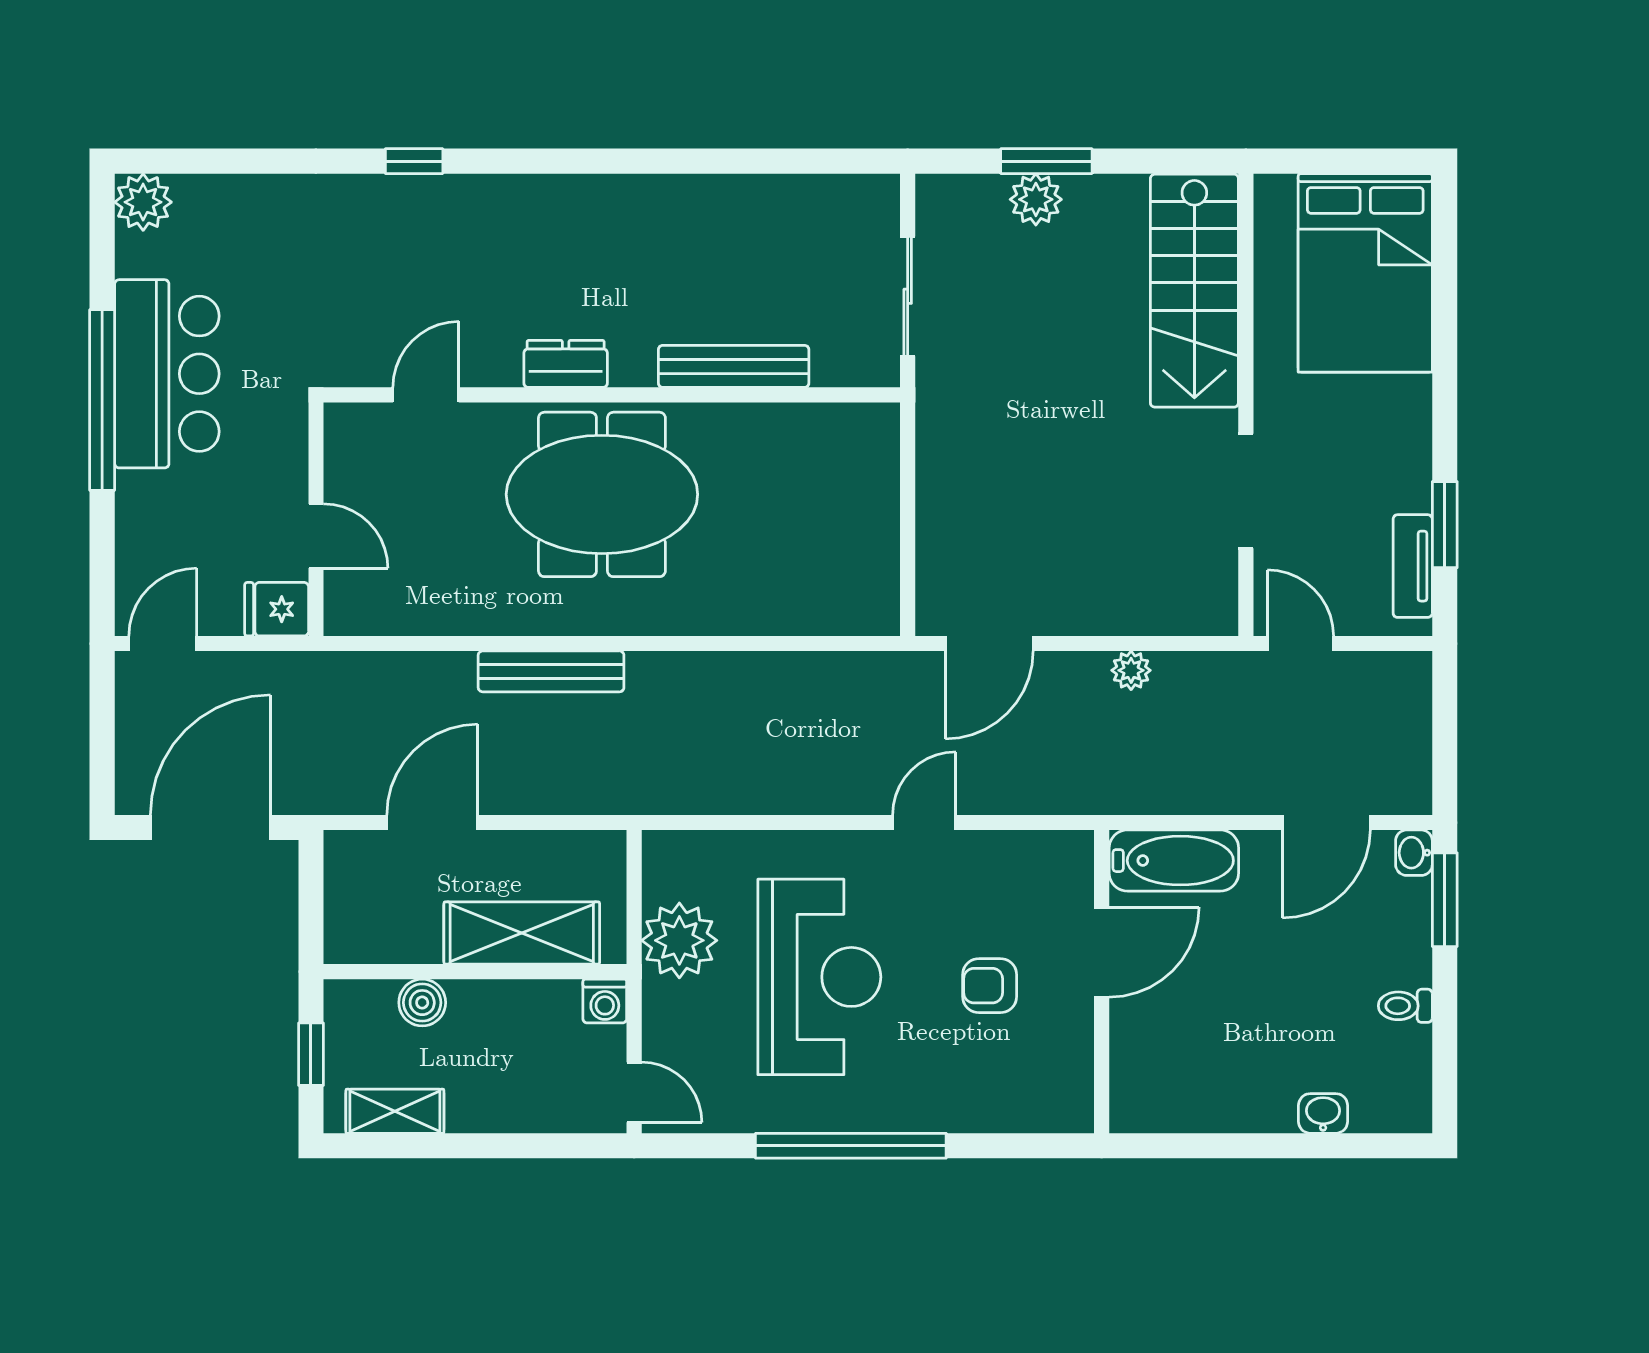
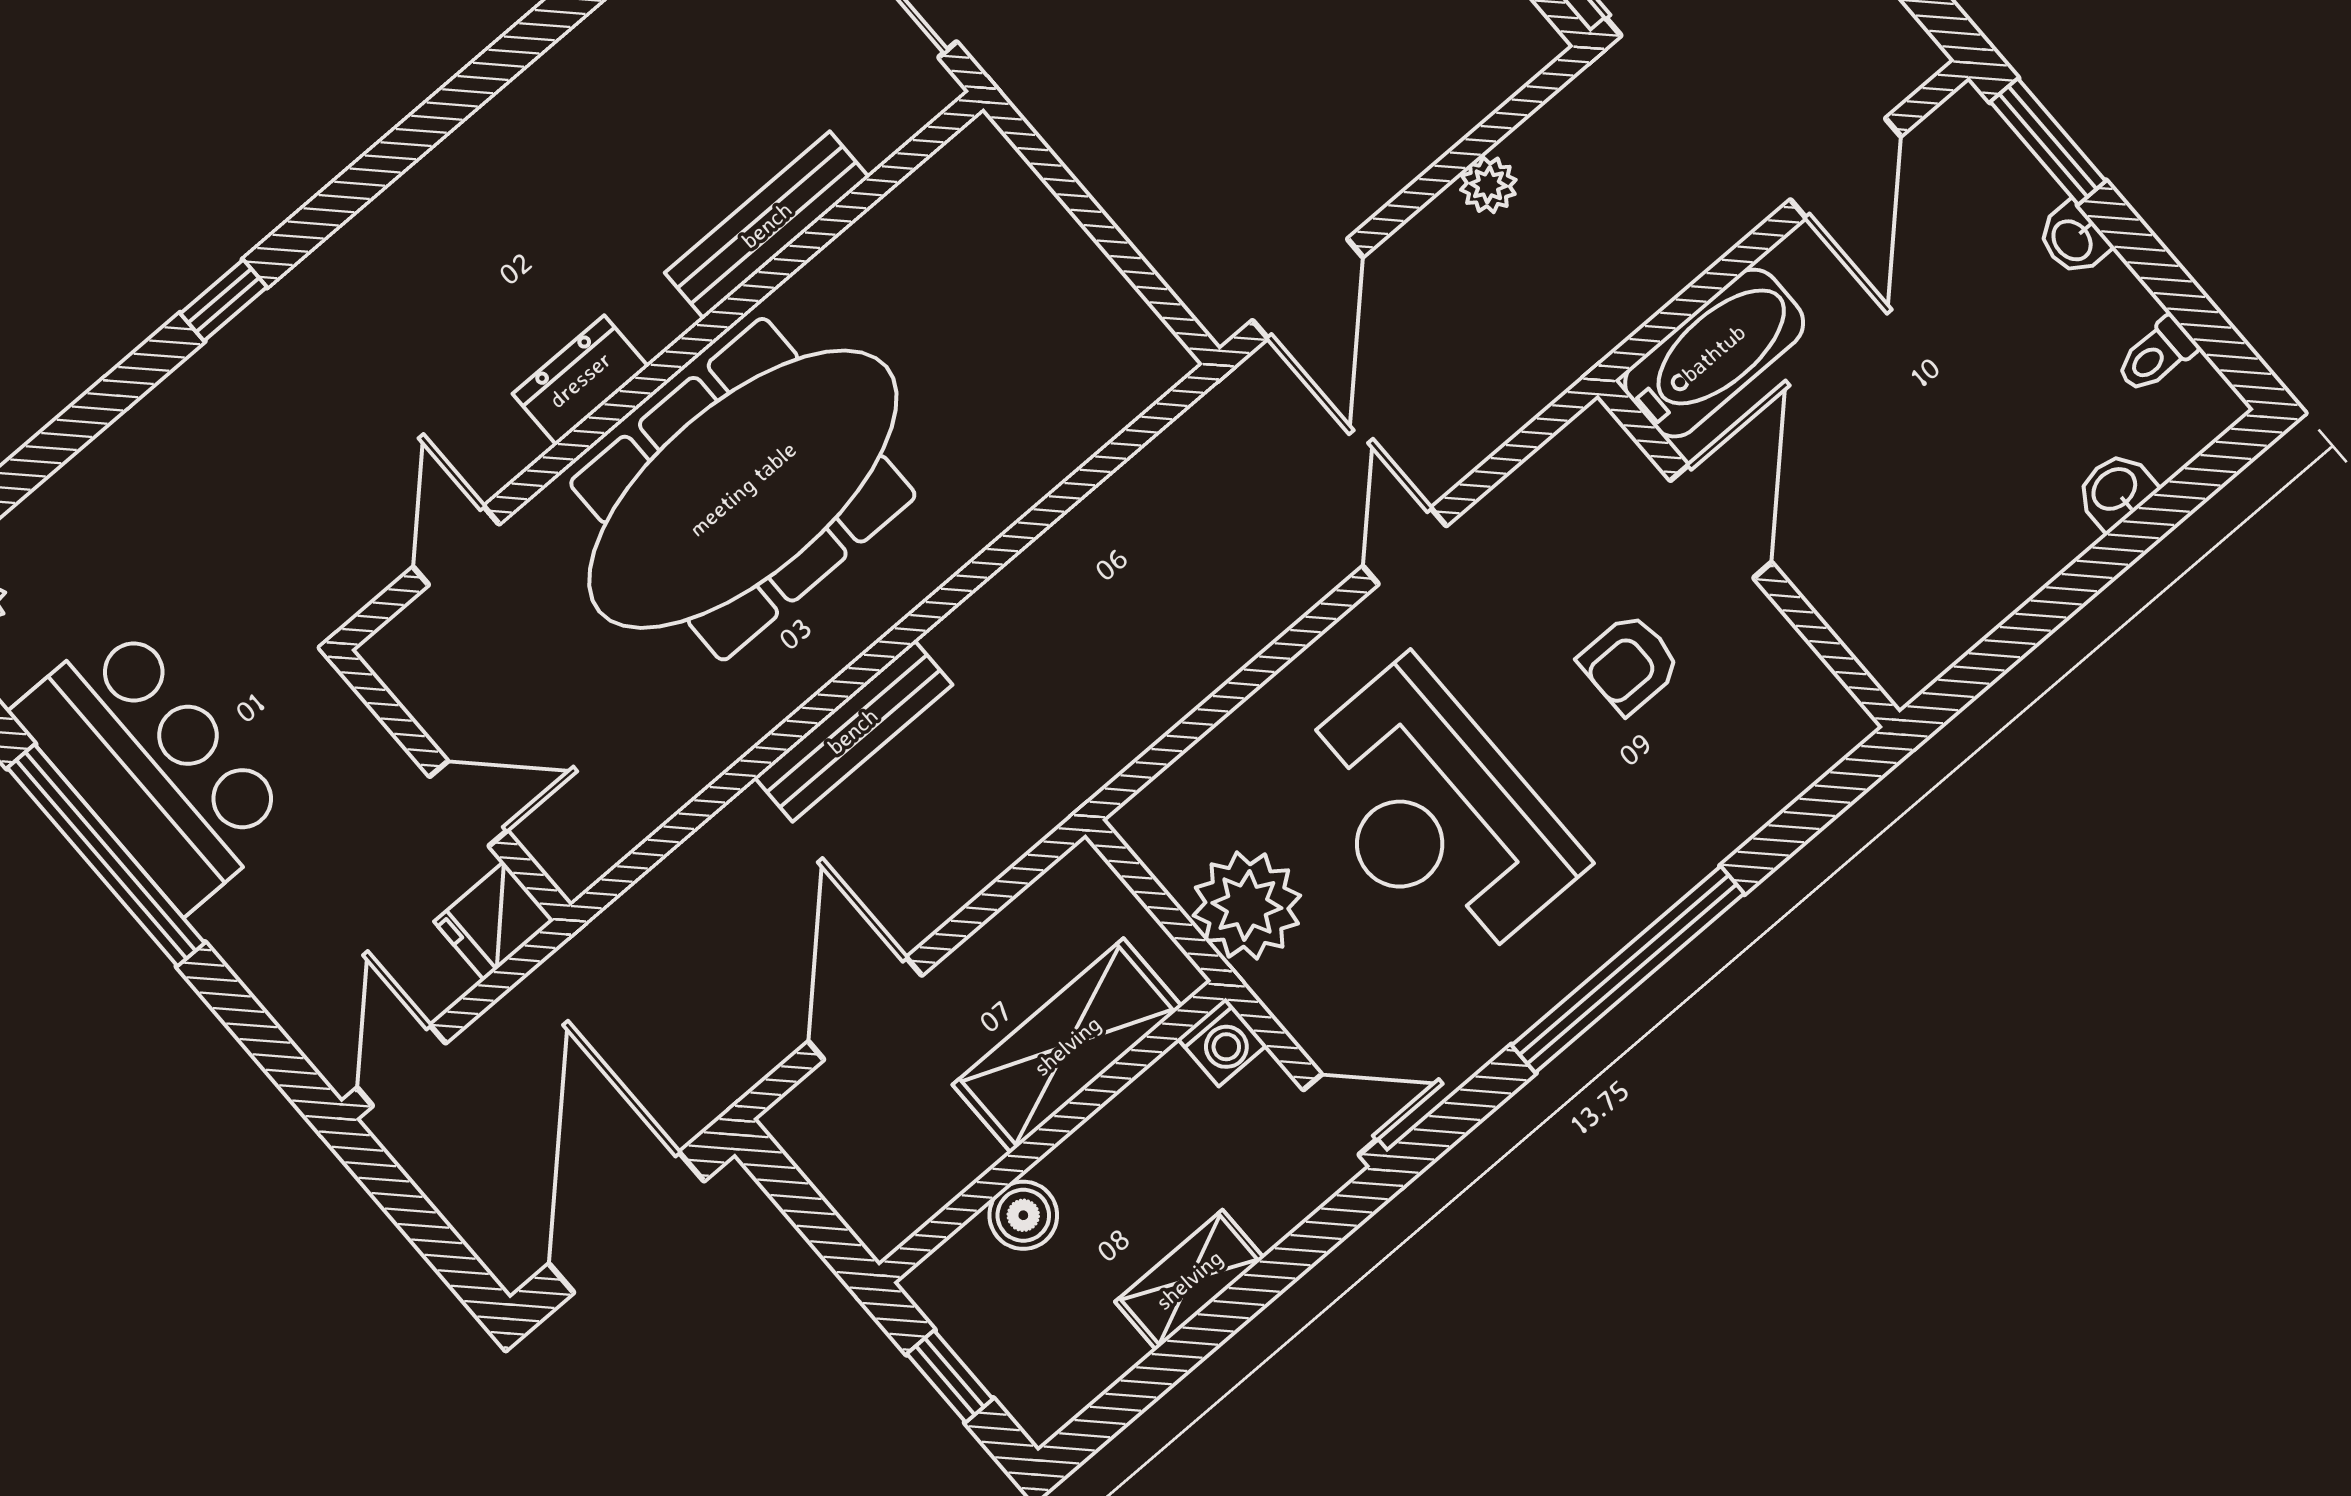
meeting table: (602, 494) -> (743, 489), width x1.36
washbasin: (1414, 853) -> (2073, 239), moved
reception desk: (819, 977) -> (1435, 814), turned 180
toilet: (1405, 1006) -> (2156, 355), moved
shelving: (395, 1111) -> (1189, 1280), moved

